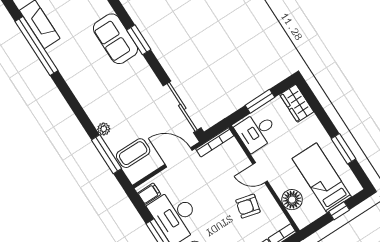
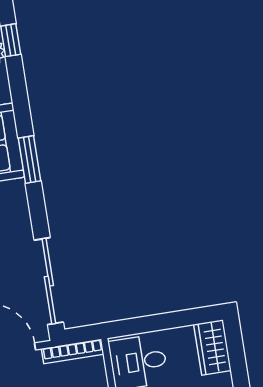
window: (260, 101) -> (162, 322), removed

